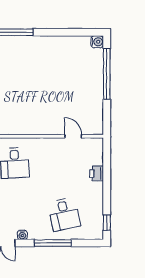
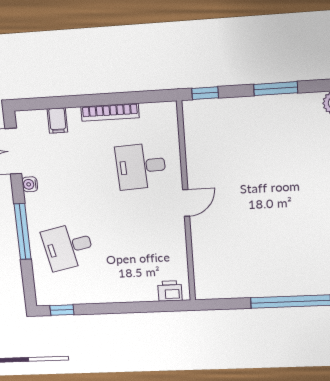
door: (73, 136) -> (186, 203), moved
printer: (97, 173) -> (170, 291), moved

